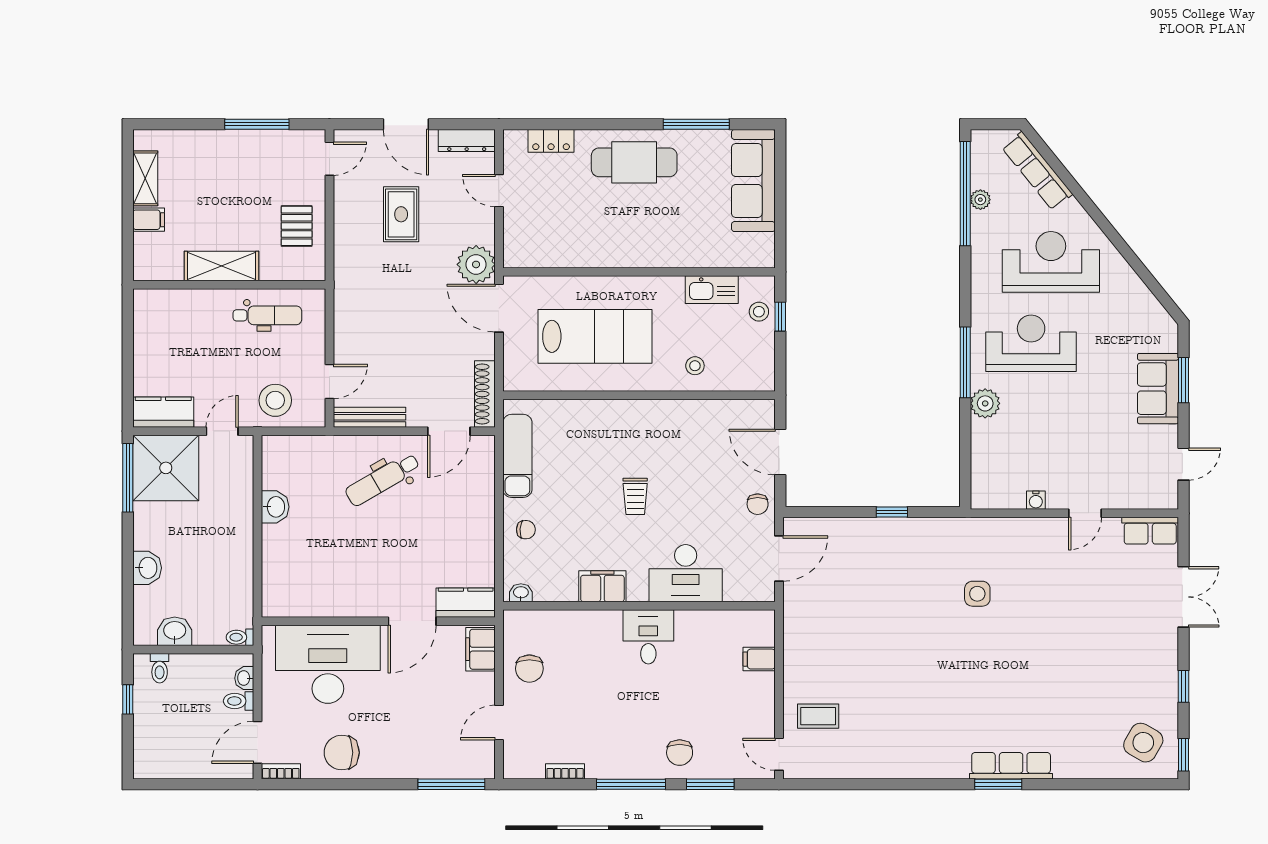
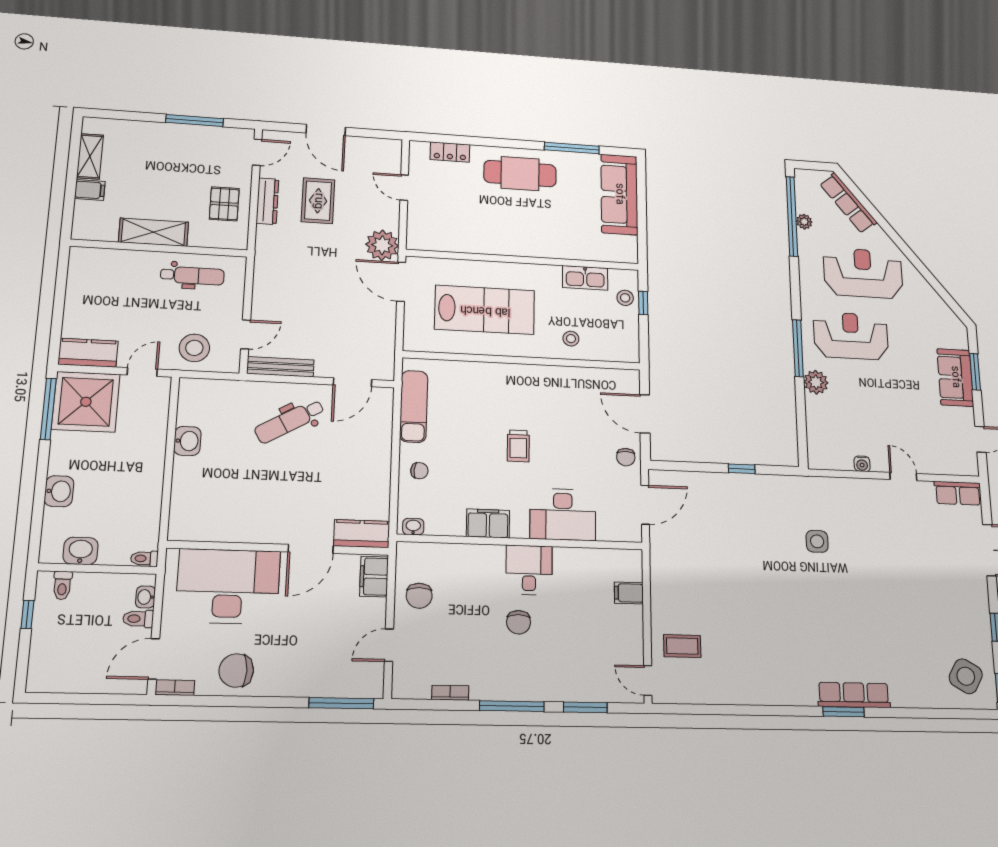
dresser: (467, 140) -> (267, 201), moved, turned -90
shoe rack: (485, 394) -> (386, 352), removed
door: (1085, 513) -> (903, 477), swing flipped
chair: (680, 753) -> (519, 622), moved

